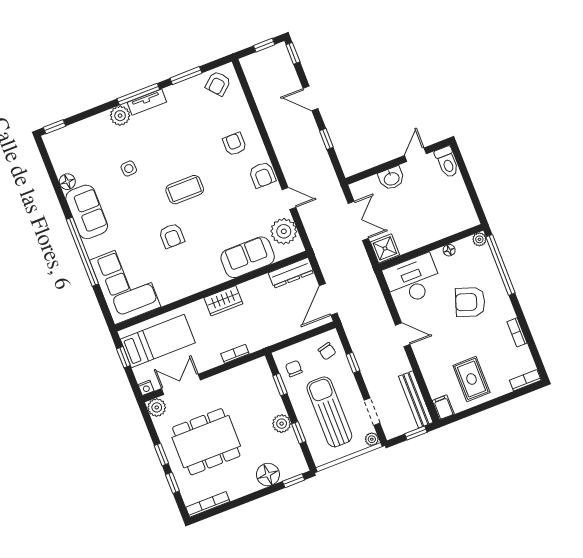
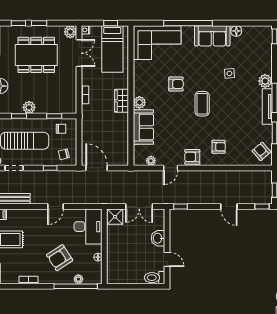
door: (311, 98) -> (229, 207), swing flipped
tv unit: (147, 102) -> (267, 107), width x1.41
window: (326, 139) -> (181, 207), moved
plant: (284, 231) -> (151, 161), width x0.53, depth x0.53
armchair: (172, 236) -> (176, 84), turned 180
plant: (479, 239) -> (78, 279), moved
dresser: (291, 273) -> (123, 151), removed
plant: (216, 276) -> (139, 102), added
armchair: (470, 302) -> (60, 258), turned -142
dining table: (206, 442) -> (36, 55), turned 90

